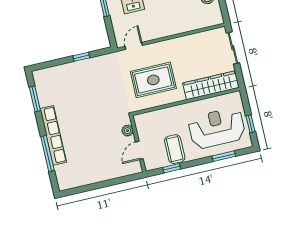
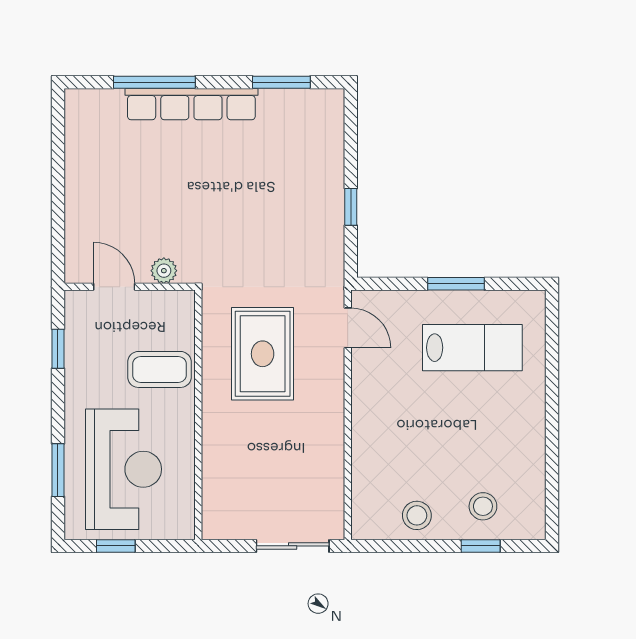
wardrobe: (211, 85) -> (221, 479), removed
coffee table: (175, 149) -> (159, 369), moved

